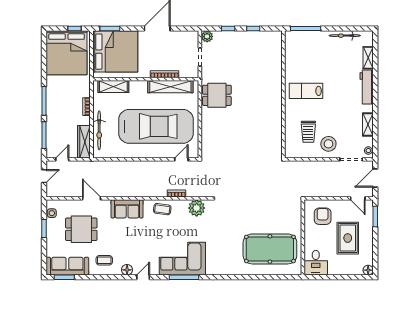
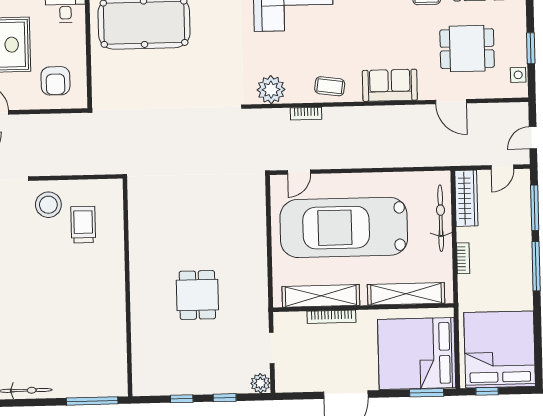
shelving: (113, 87) -> (406, 294), width x1.47
lab bench: (306, 91) -> (89, 294), removed
dining table: (217, 95) -> (197, 295), moved, turned 90

